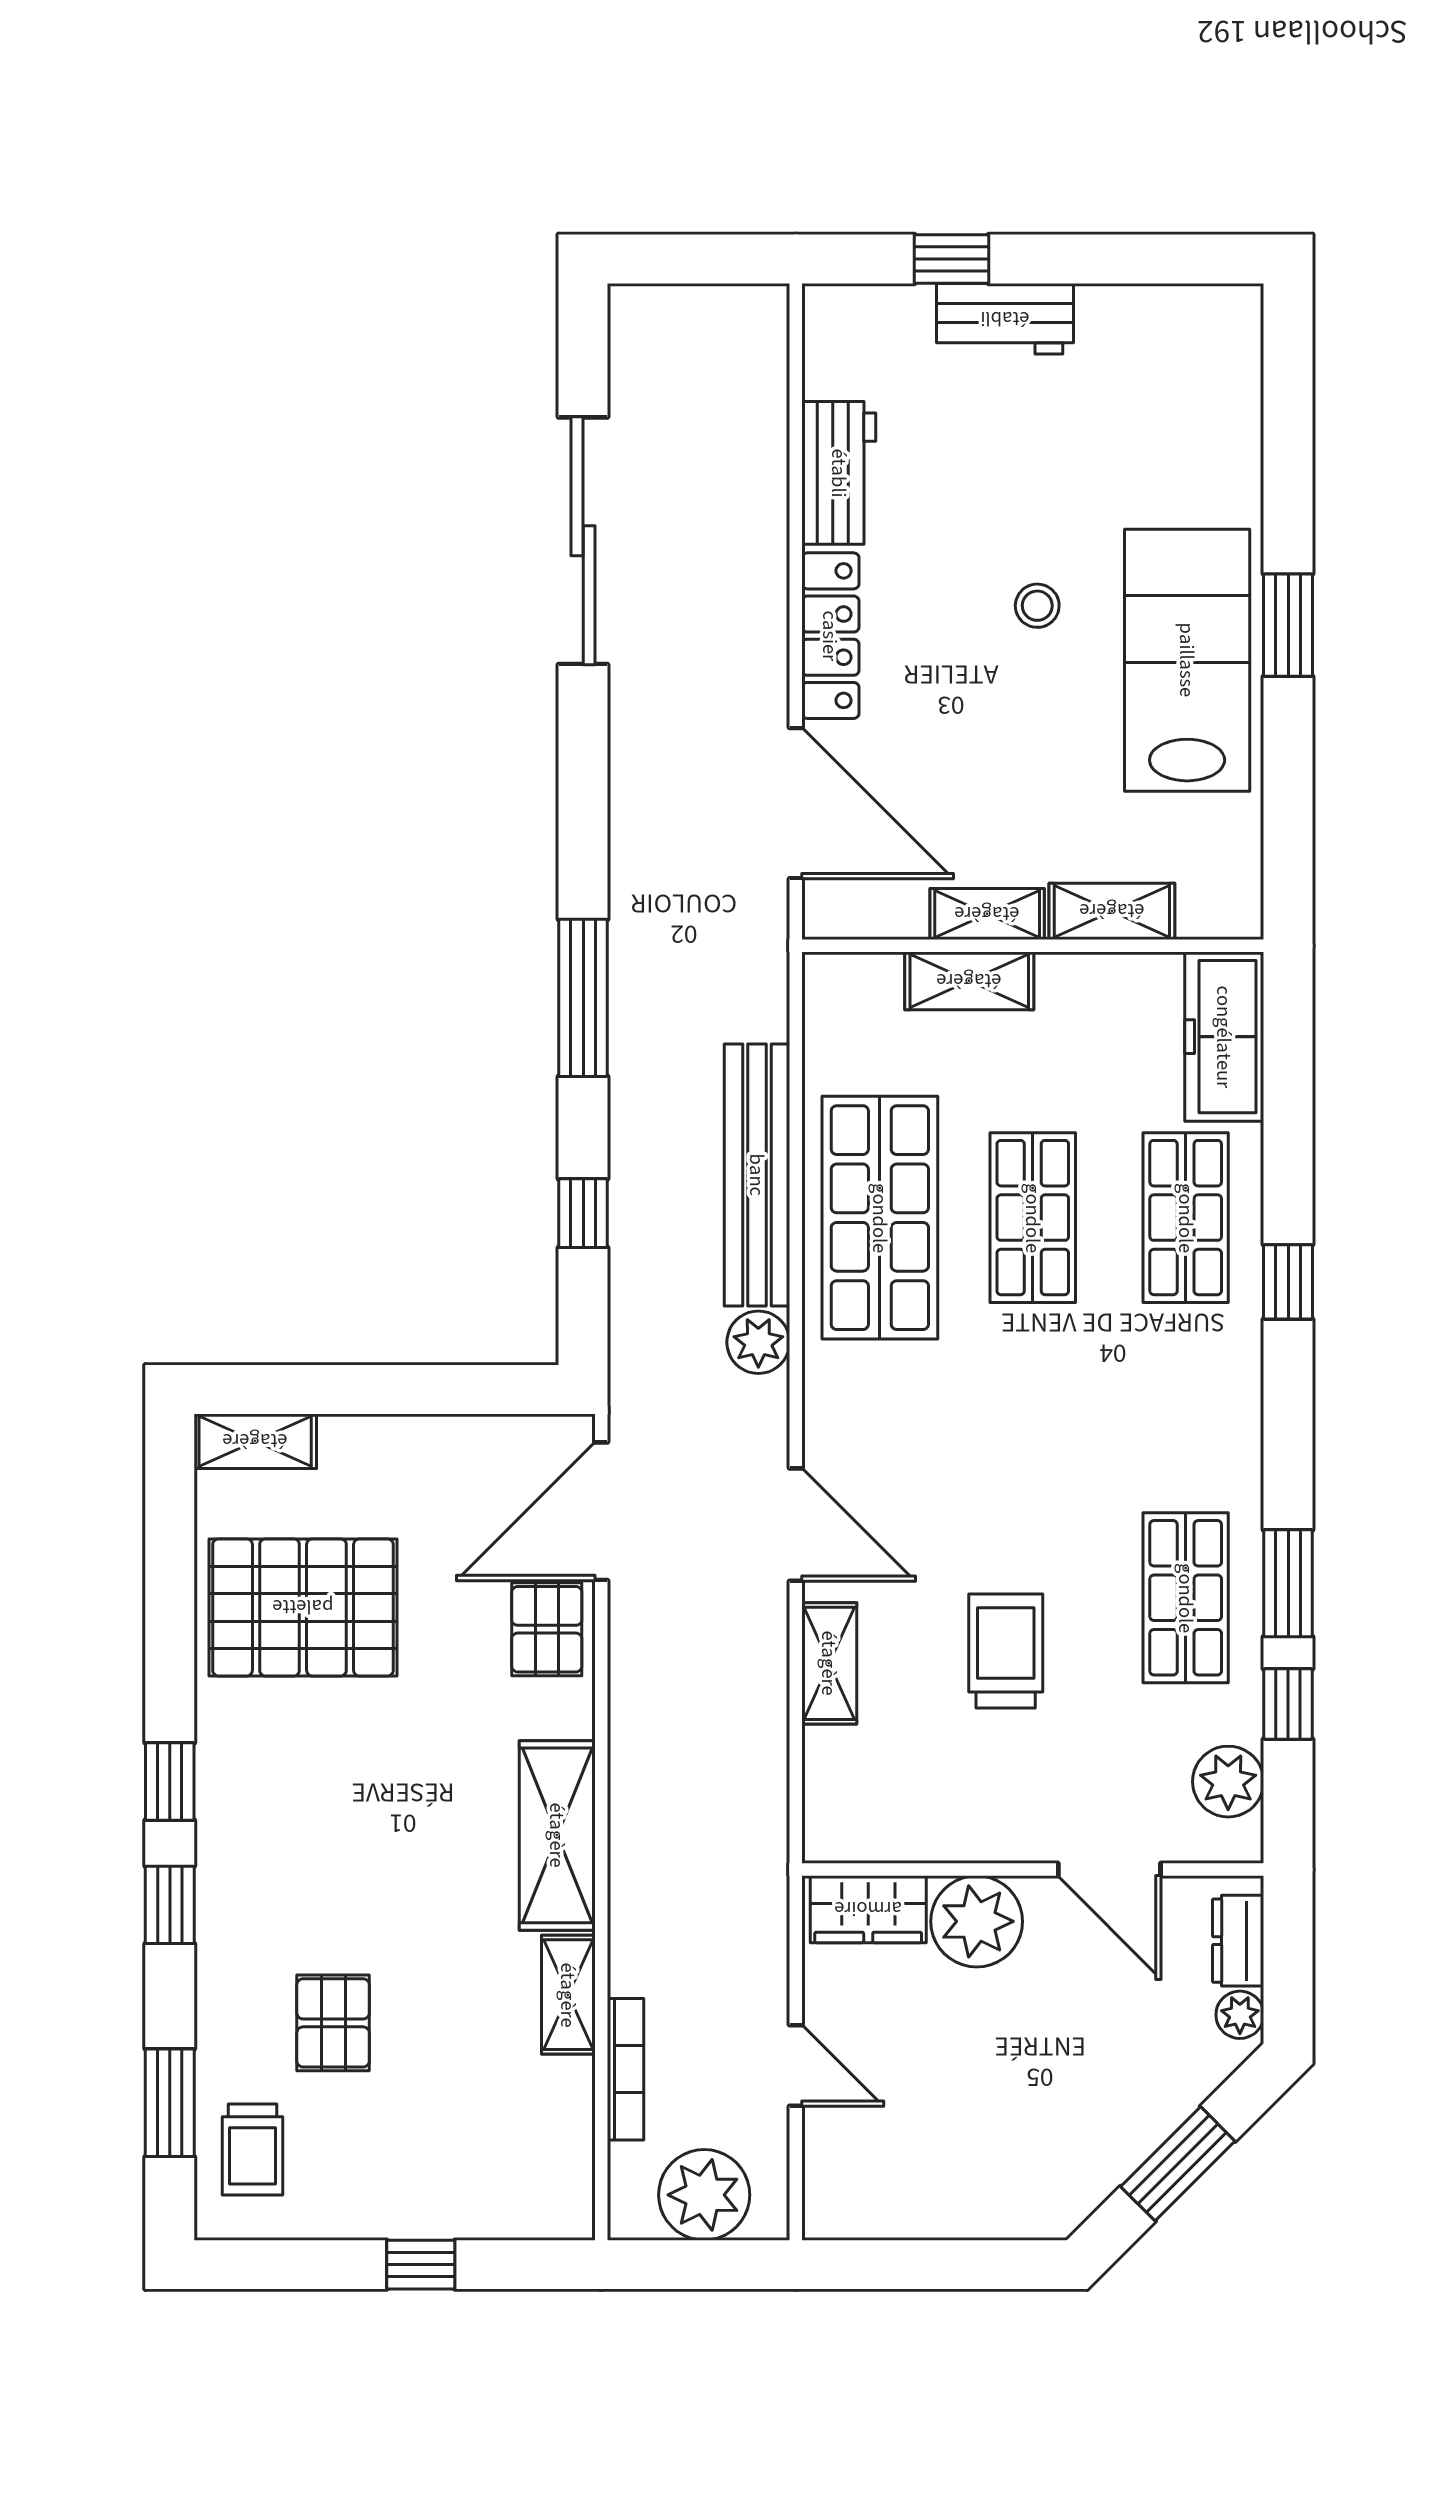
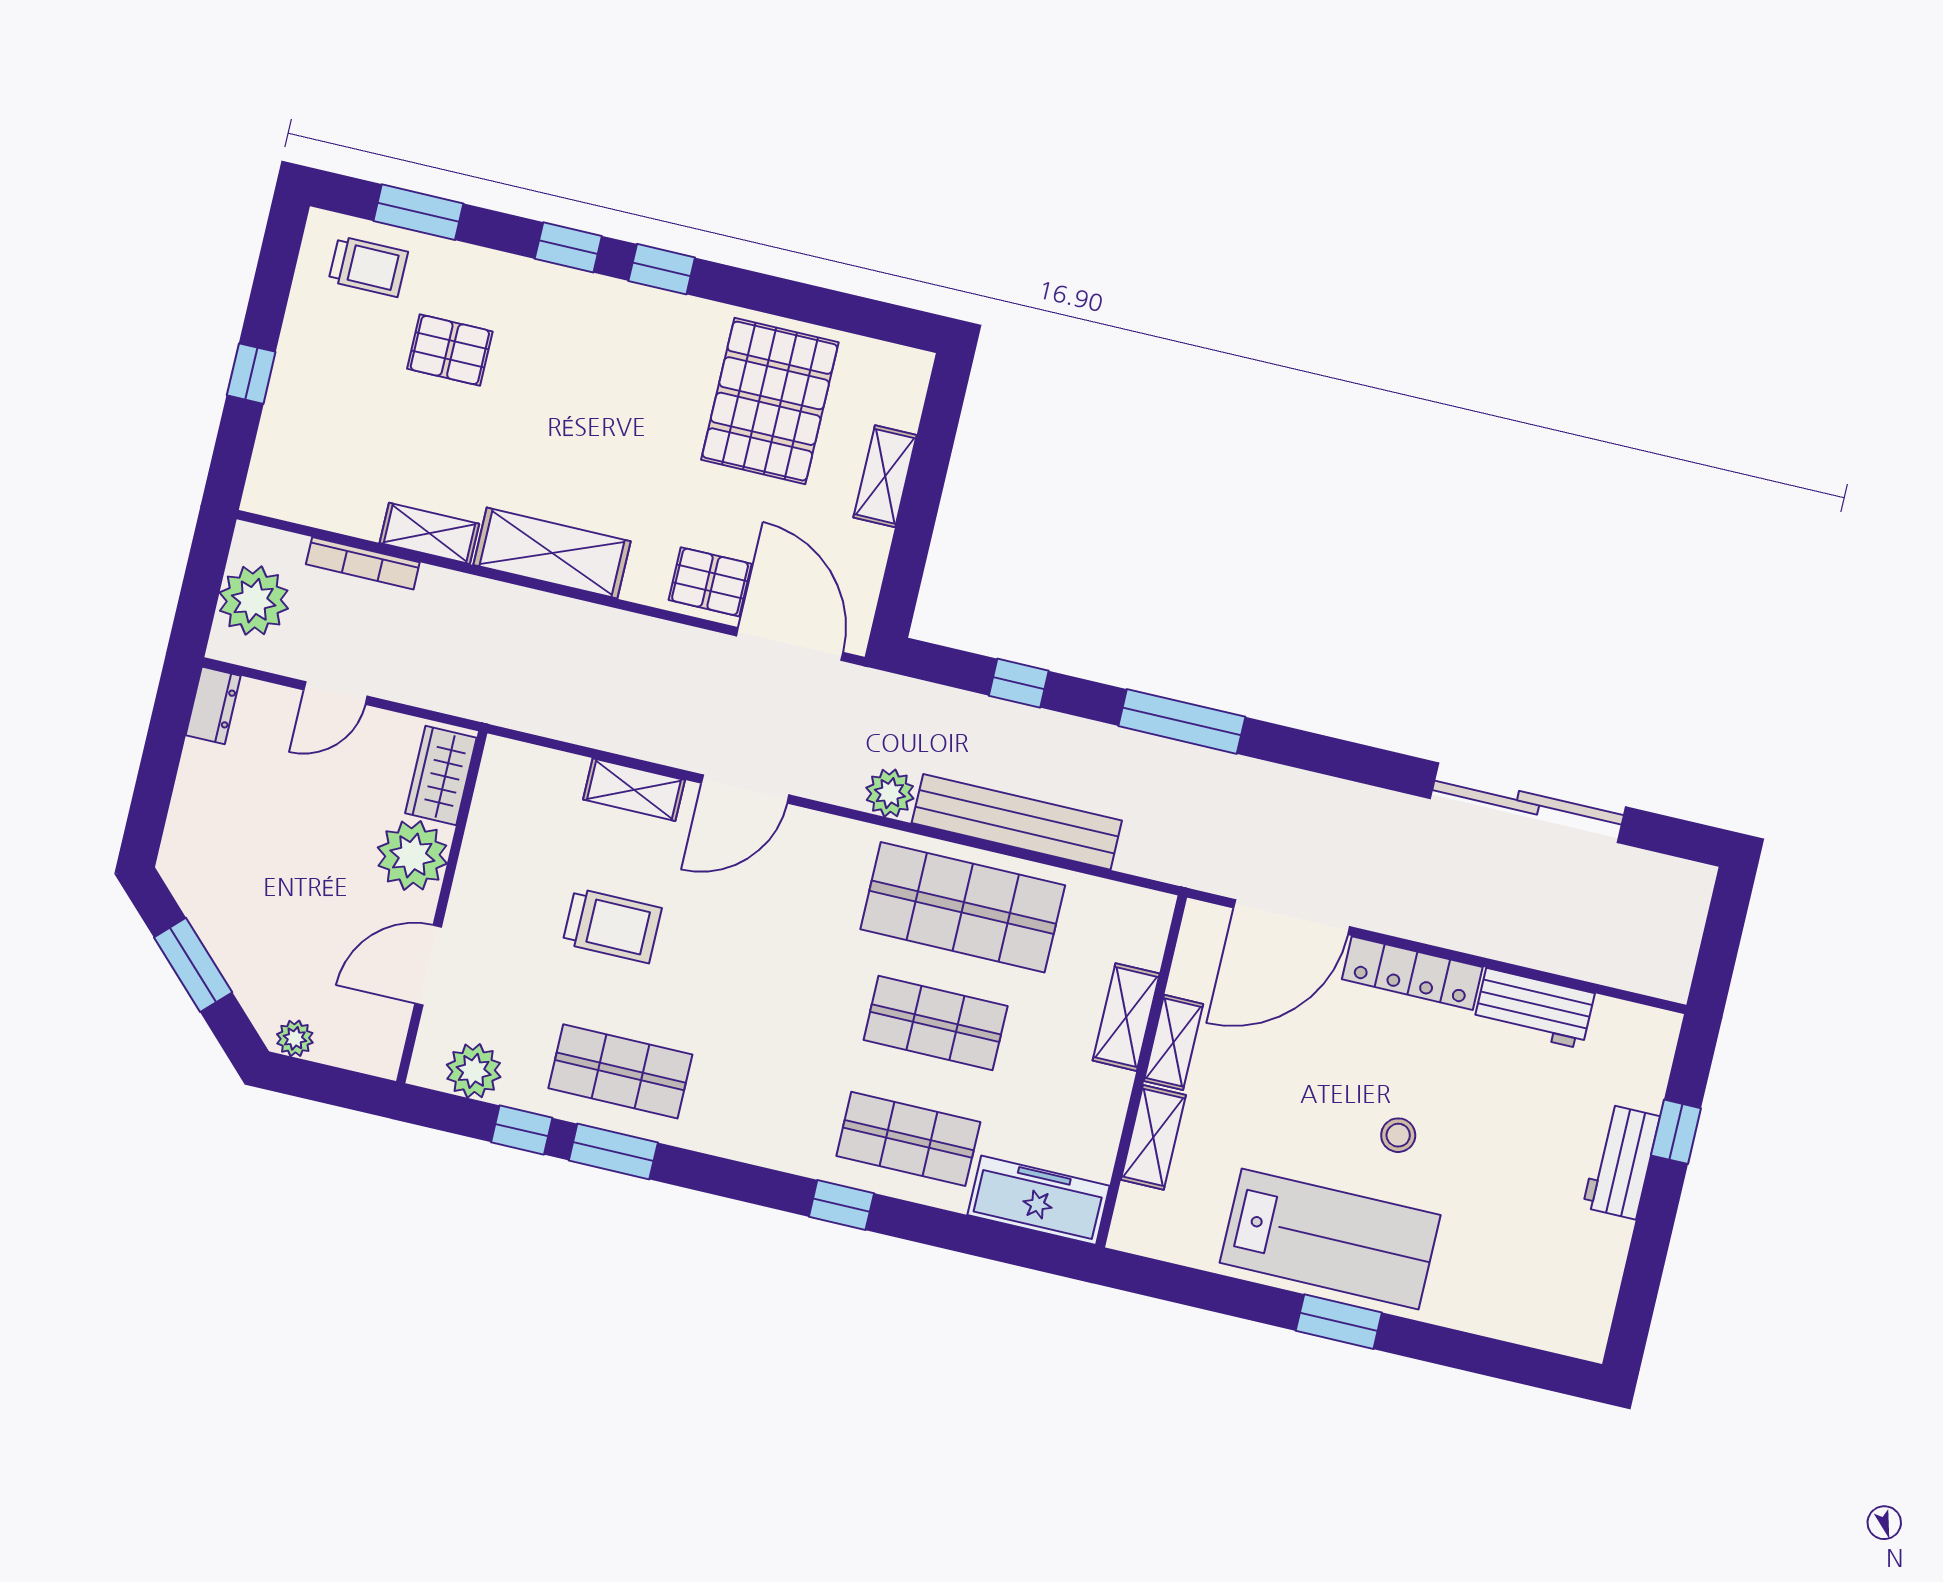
shelving: (255, 1441) -> (885, 476), moved
dresser: (1238, 1941) -> (213, 705), moved, turned 90
trolley: (252, 2149) -> (368, 266), turned 180

